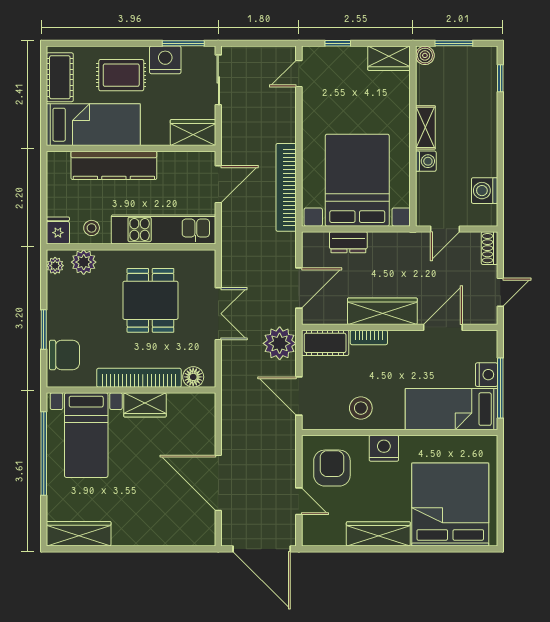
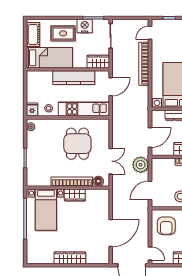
kitchen counter: (114, 165) -> (74, 78), moved
bookcase: (286, 187) -> (144, 64), moved
plant: (84, 262) -> (45, 125), removed
double door: (218, 314) -> (111, 161), moved
cot: (325, 343) -> (163, 164), removed
chair: (64, 355) -> (35, 170), removed
door: (299, 396) -> (150, 190), hinge flipped
armchair: (332, 468) -> (166, 226), turned 180
door: (218, 483) -> (111, 233), swing flipped
door: (299, 501) -> (150, 253), moved
wardrobe: (79, 534) -> (70, 258), moved

